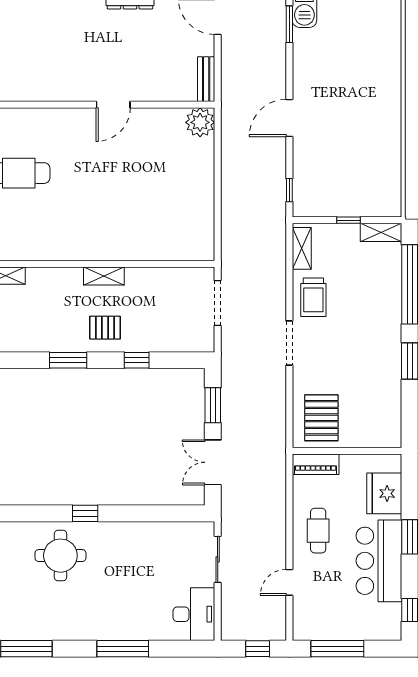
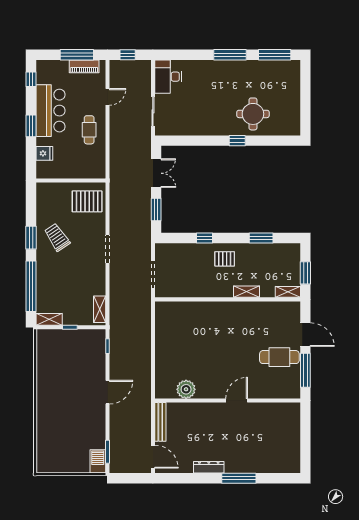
bench: (206, 79) -> (160, 422), width x1.36
door: (113, 105) -> (237, 400), moved
plant: (200, 122) -> (186, 389), moved
shelving: (104, 276) -> (247, 292), moved
trolley: (313, 297) -> (57, 237), moved, turned -34
window: (68, 360) -> (261, 238), moved
pallet: (321, 418) -> (87, 201), turned 90
piano: (316, 464) -> (84, 66), moved, turned 180
fridge: (384, 493) -> (44, 153), width x0.53, depth x0.75
window: (123, 649) -> (230, 55), moved

